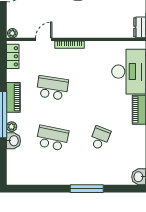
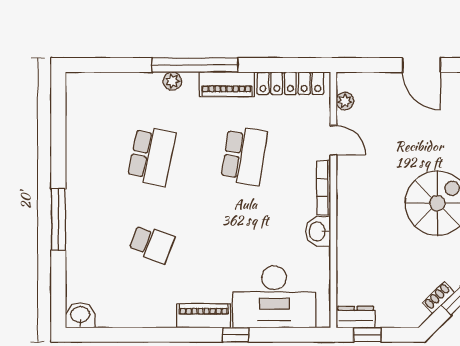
plant: (12, 33) -> (345, 101), moved
locker: (13, 56) -> (290, 83), width x1.53
washbasin: (14, 141) -> (318, 231), moved, turned 90

